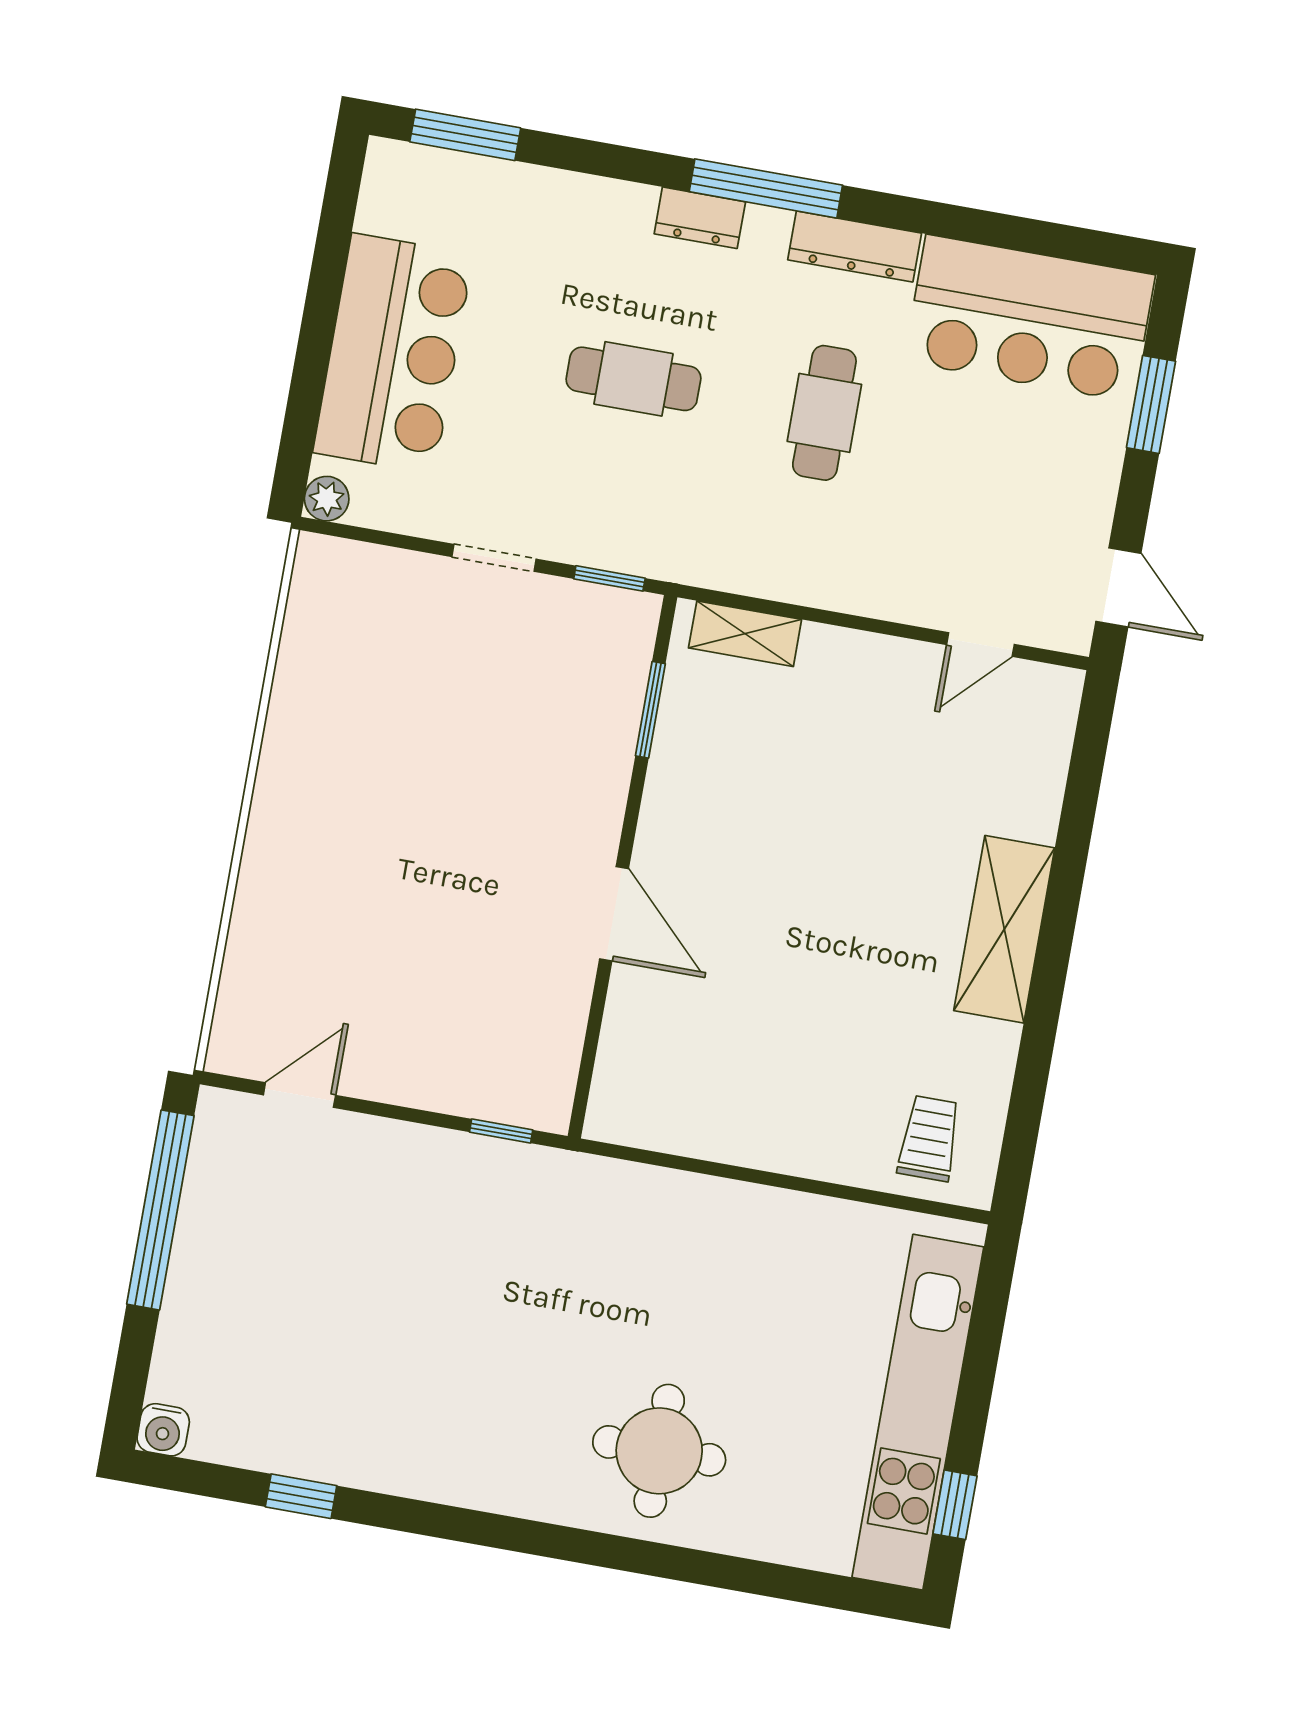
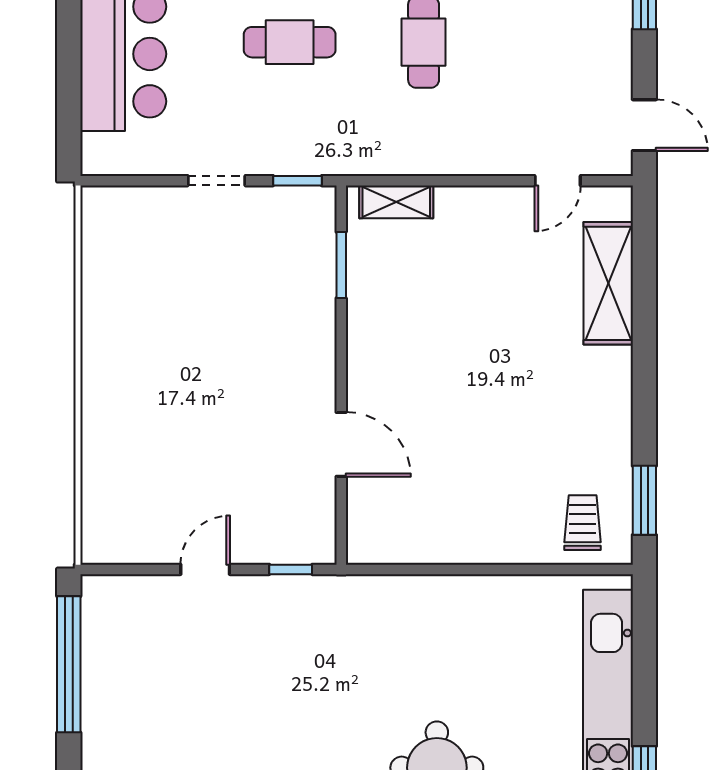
plant: (327, 499) -> (96, 161), removed
door: (614, 914) -> (341, 444), moved
shelving: (1004, 929) -> (608, 283), moved
door: (299, 1095) -> (205, 569), moved
window: (1023, 1122) -> (644, 500), added

